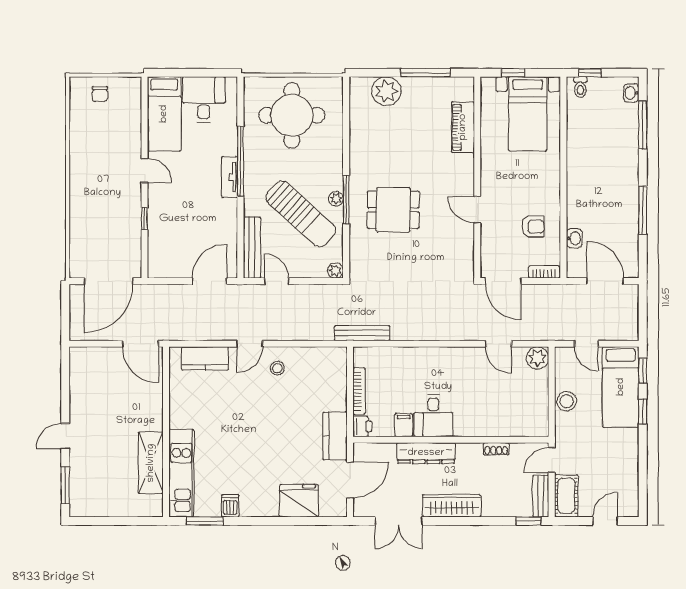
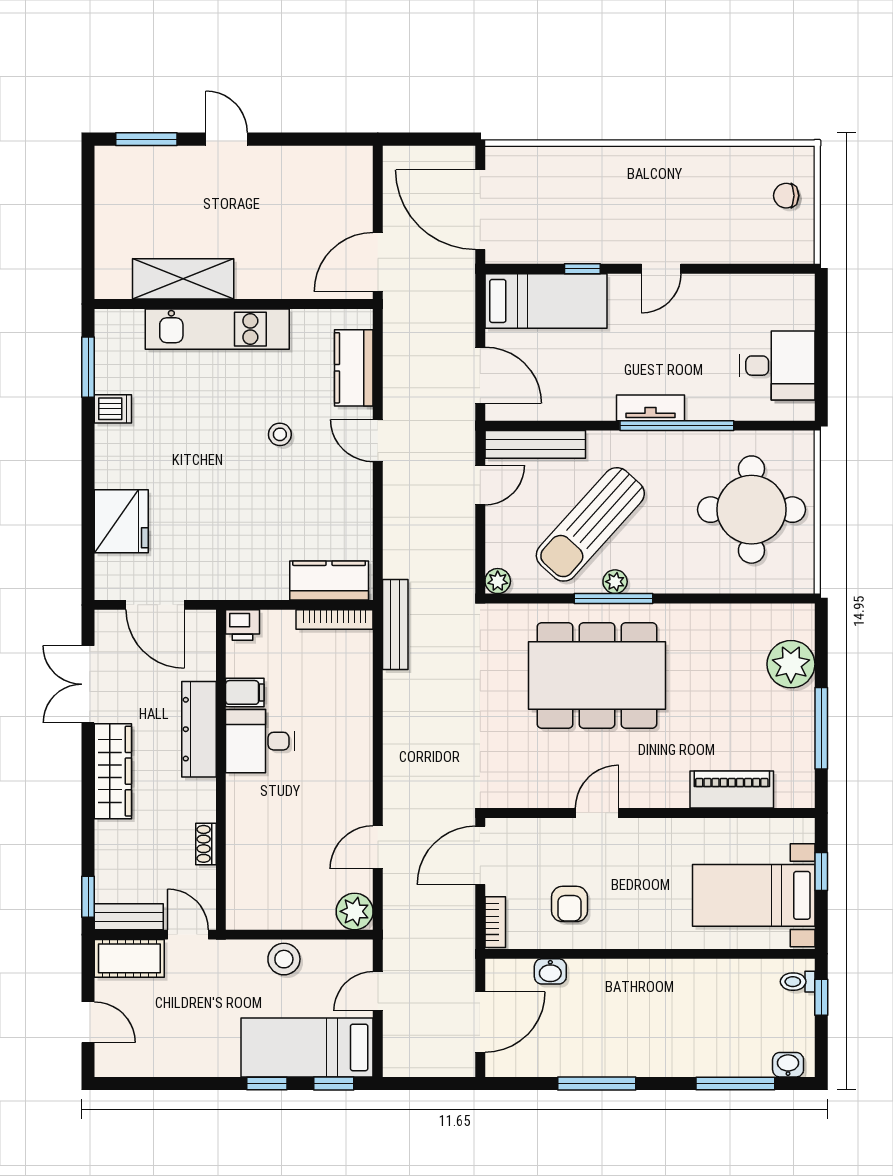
bed: (164, 114) -> (546, 301), moved, turned 180
dining table: (393, 210) -> (597, 675), width x1.87, depth x1.24
stool: (277, 368) -> (280, 434), moved
bookcase: (359, 391) -> (335, 620), moved
kitchen counter: (335, 436) -> (329, 580), moved
kitchen unit: (181, 473) -> (217, 329), moved

